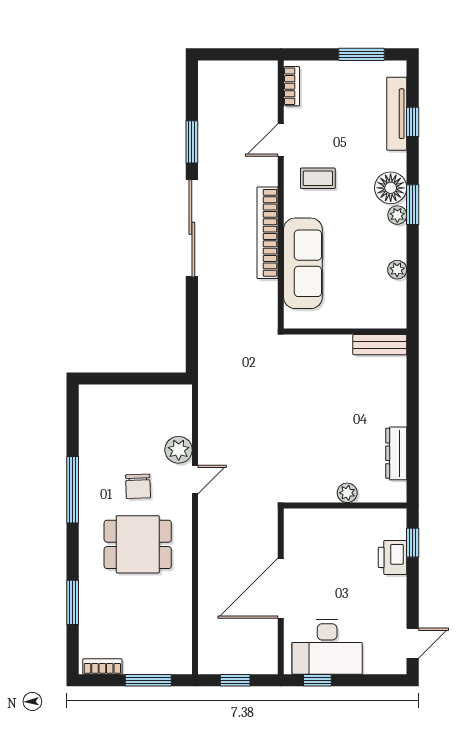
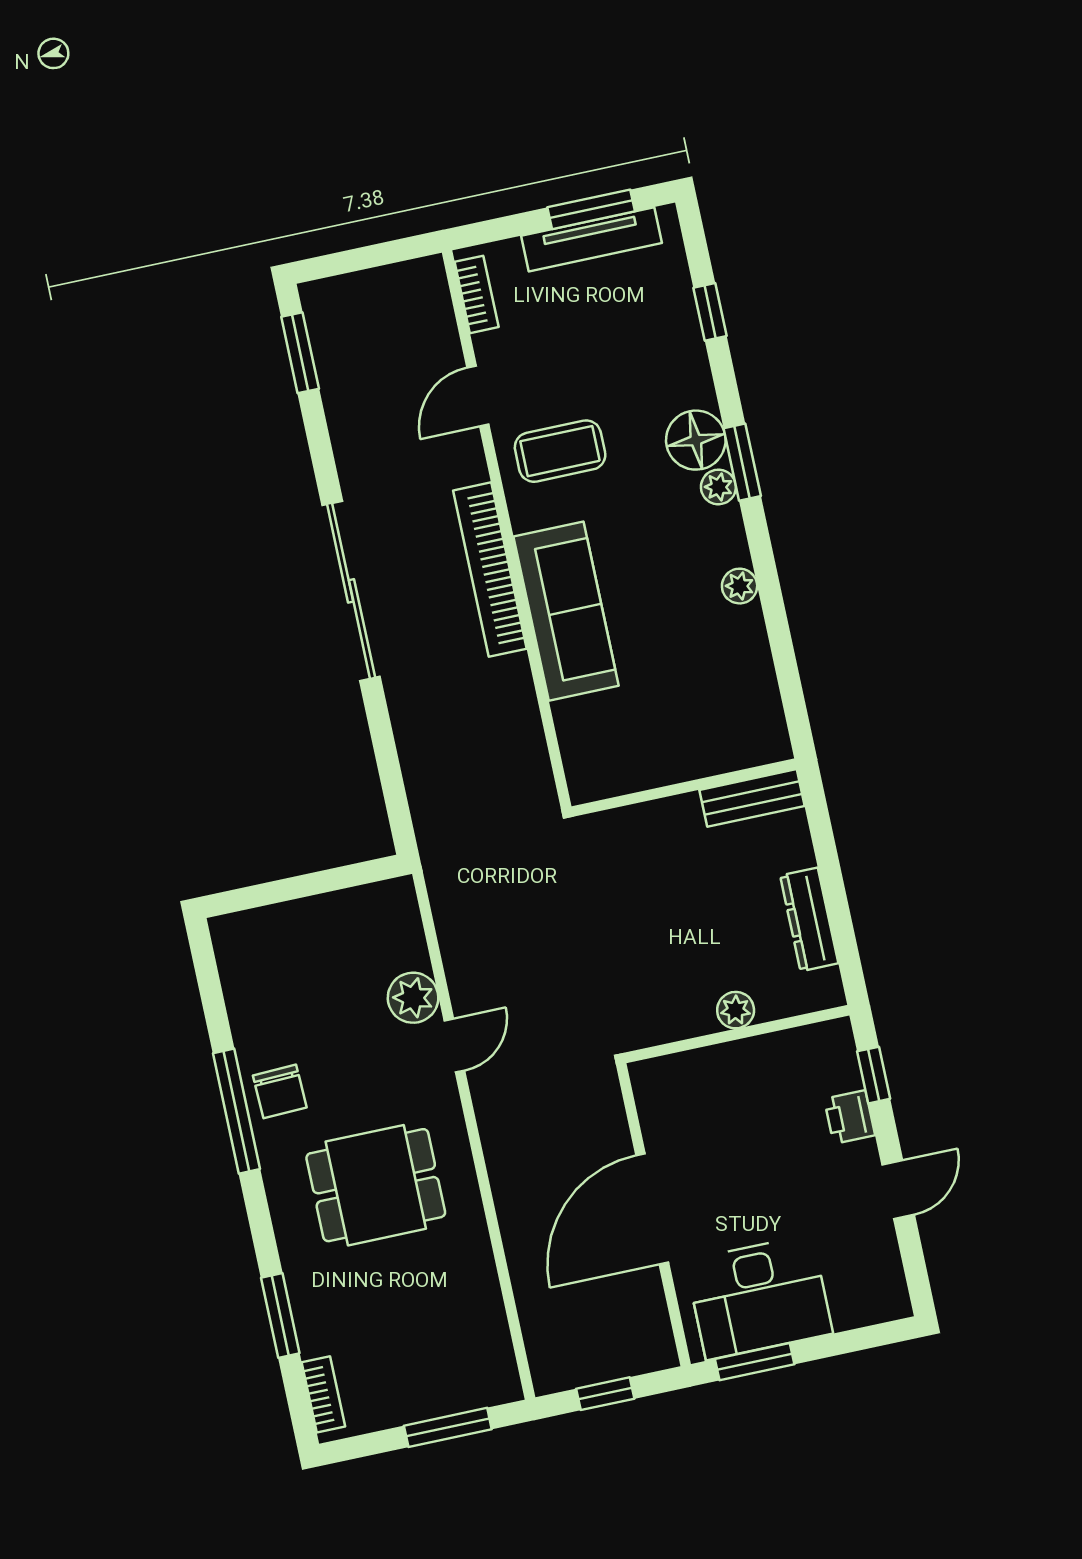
tv unit: (397, 114) -> (591, 239), moved, turned -90
window: (192, 142) -> (300, 353), moved
coffee table: (318, 178) -> (560, 451), width x1.36, depth x1.30
wall: (345, 332) -> (684, 788), moved
bench: (380, 345) -> (752, 798), moved
chair: (138, 486) -> (280, 1091), moved
printer: (392, 557) -> (850, 1117), width x0.73, depth x0.81
door: (413, 643) -> (898, 1190), moved
bookcase: (102, 667) -> (323, 1394), moved, turned 90
window: (317, 680) -> (755, 1362), width x1.50

